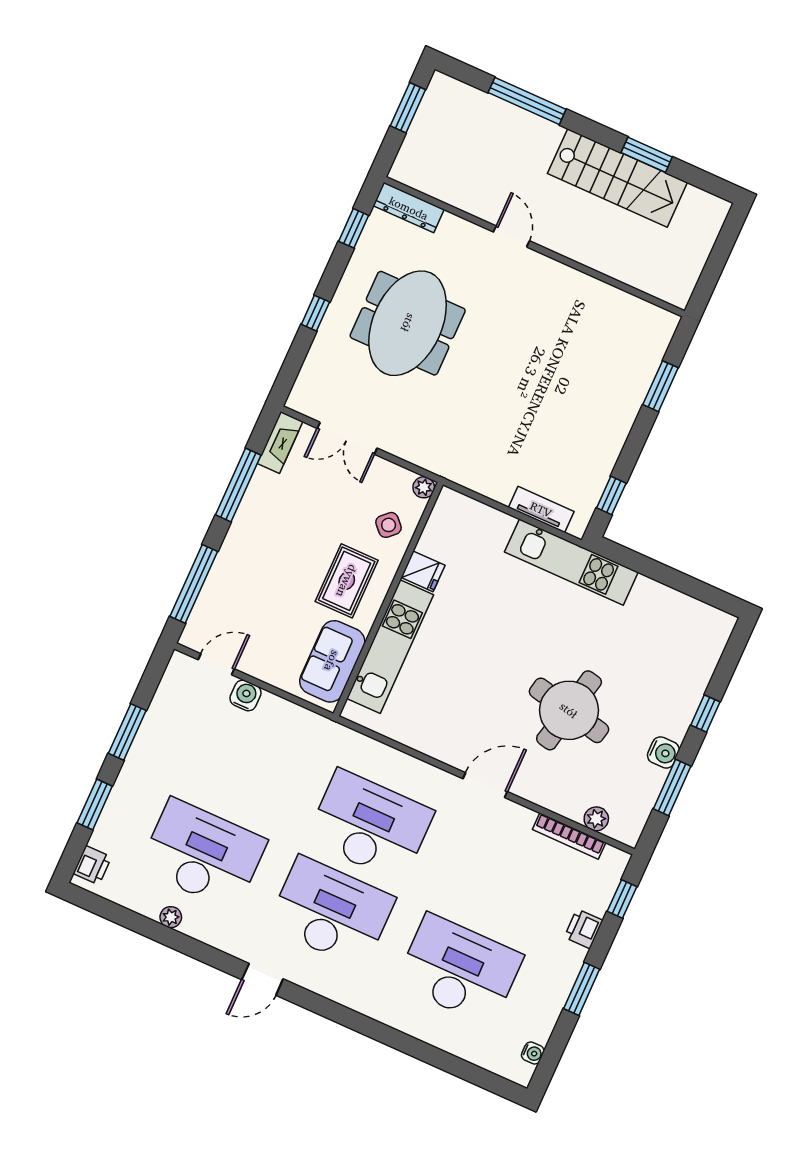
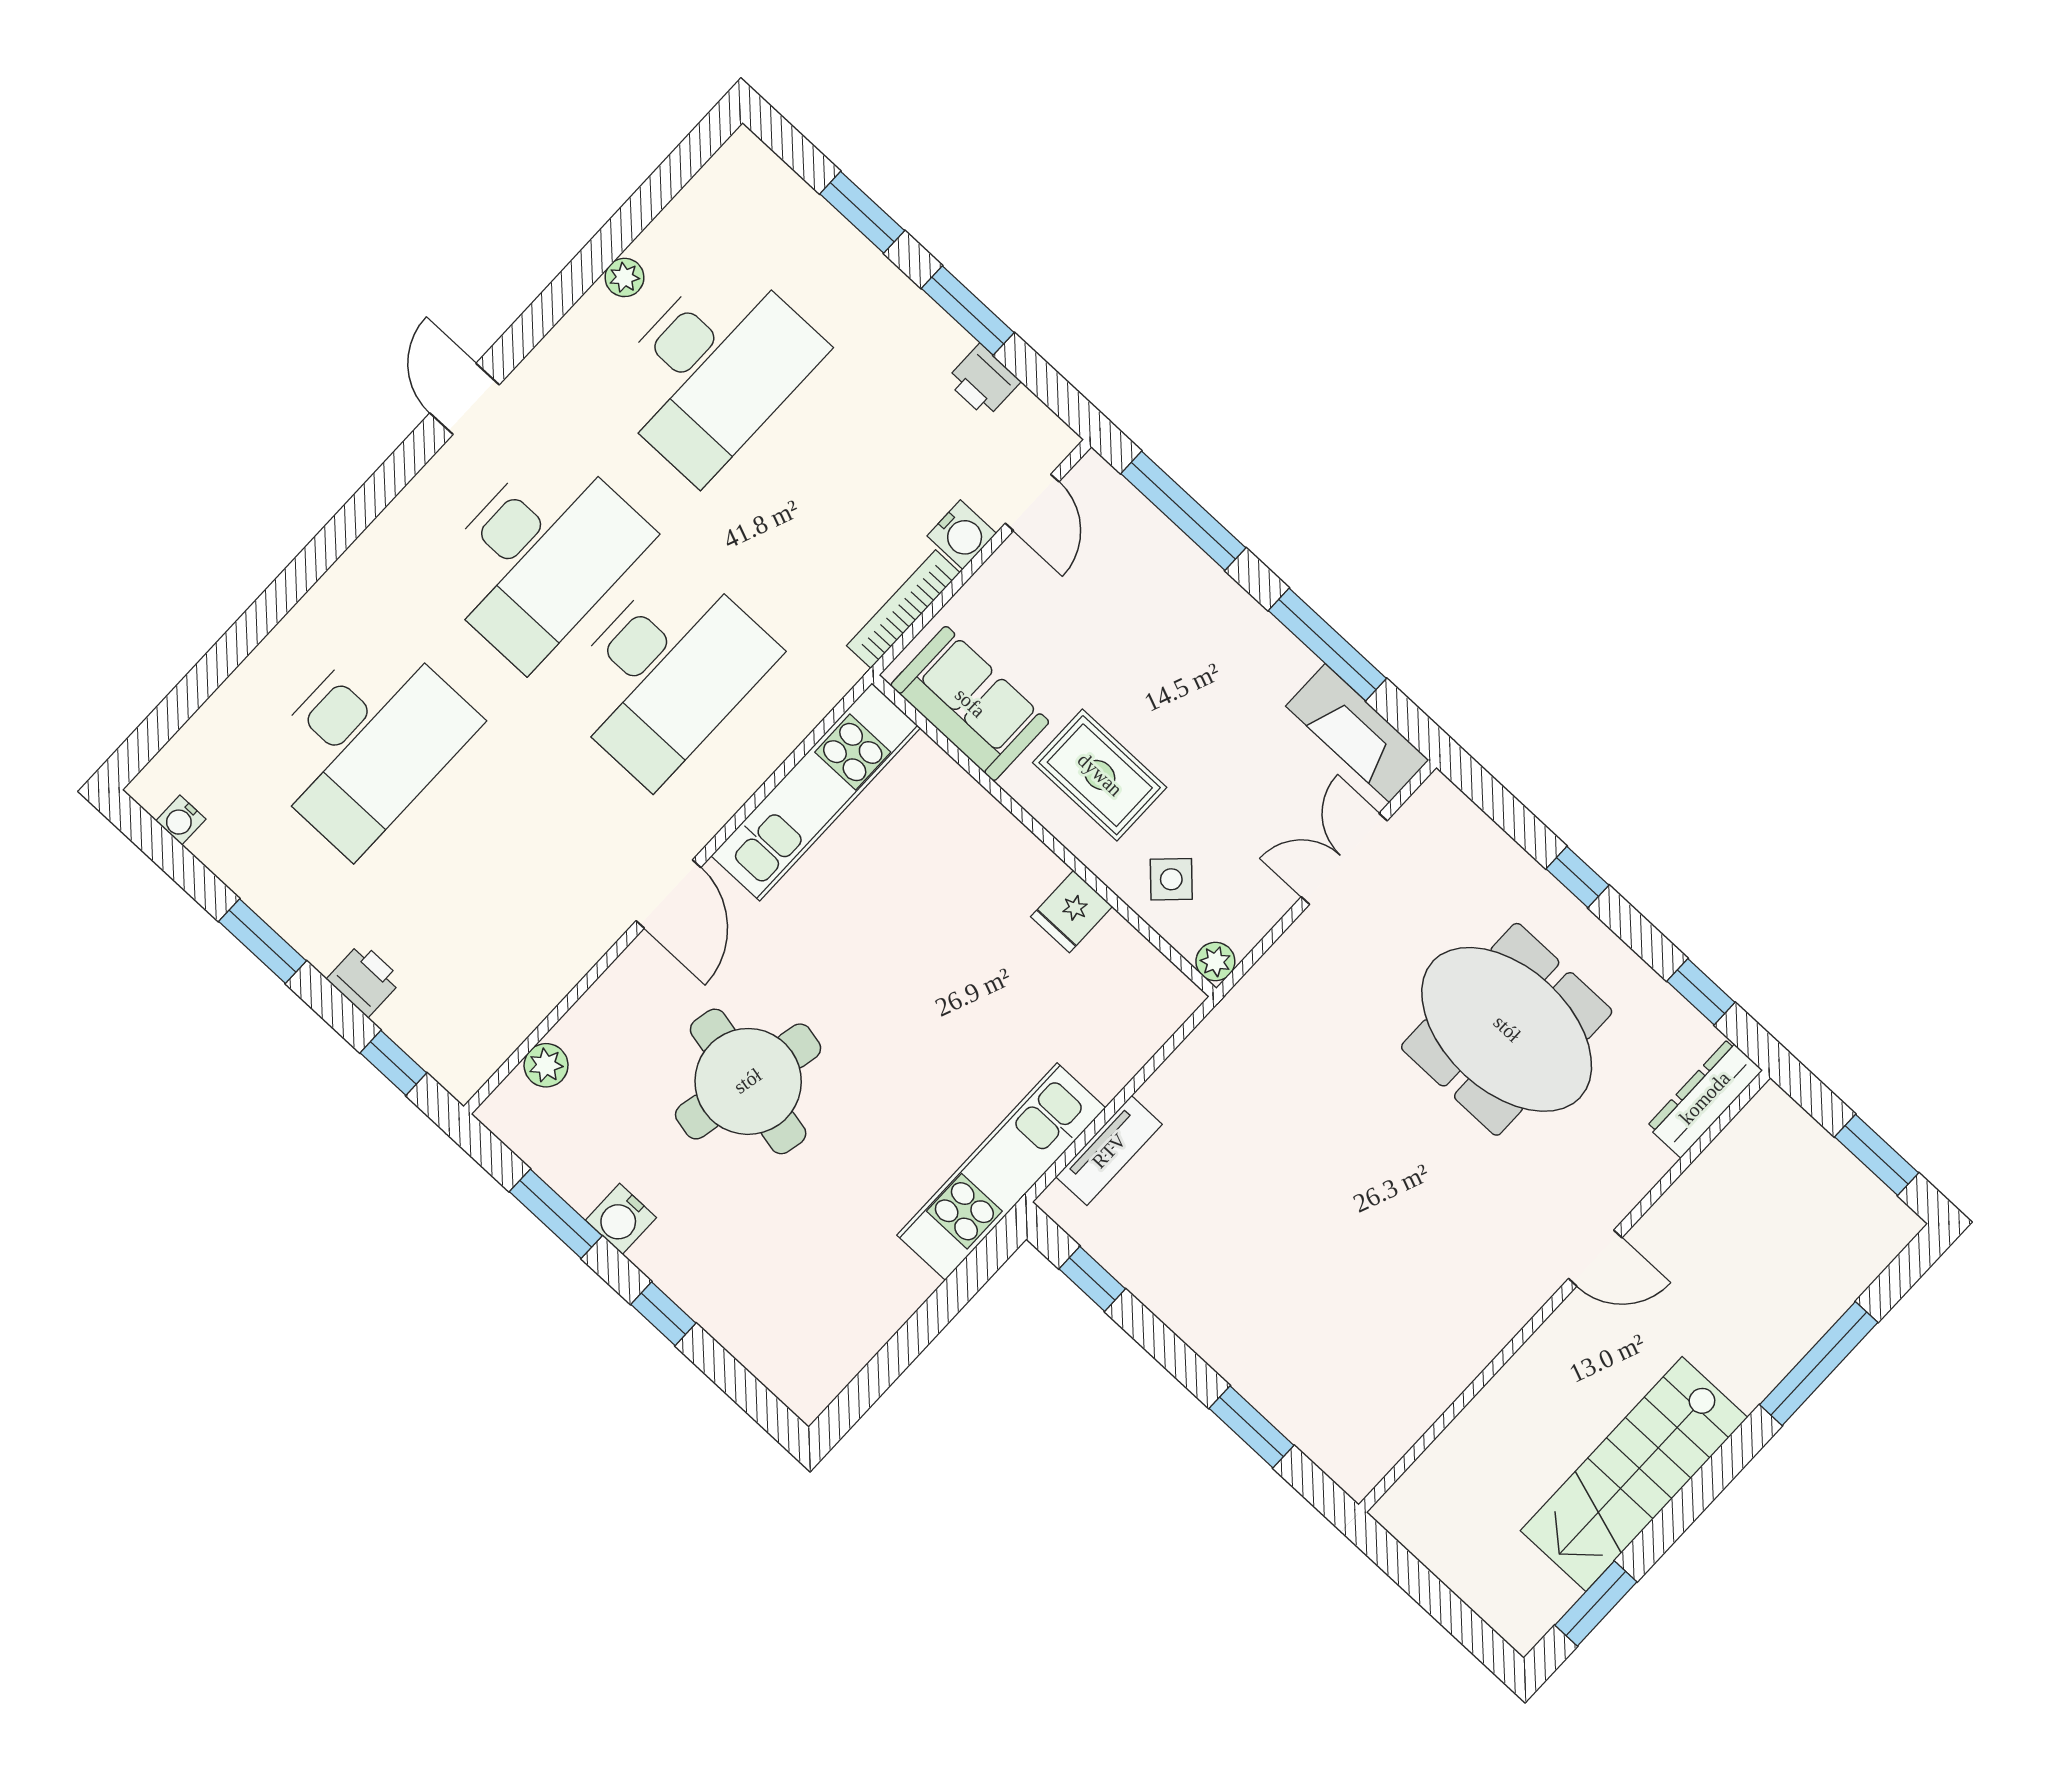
window: (647, 155) -> (1596, 1604), moved
fireplace: (280, 442) -> (1357, 733), width x1.37, depth x1.32
kitchen unit: (390, 647) -> (816, 792), moved, turned -90
bookcase: (569, 836) -> (903, 609), moved
printer: (92, 865) -> (983, 381), moved

